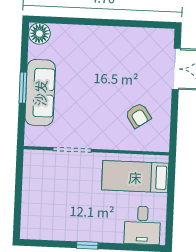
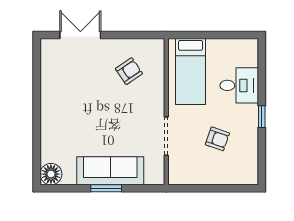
armchair: (67, 200) -> (217, 139), added
desk: (142, 225) -> (239, 85), moved

